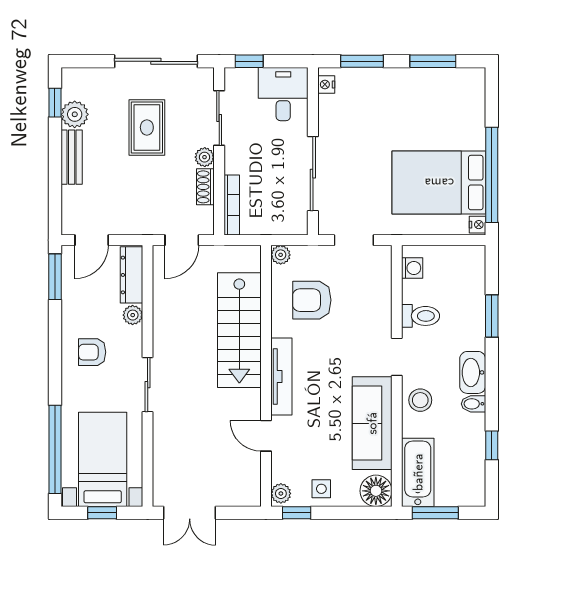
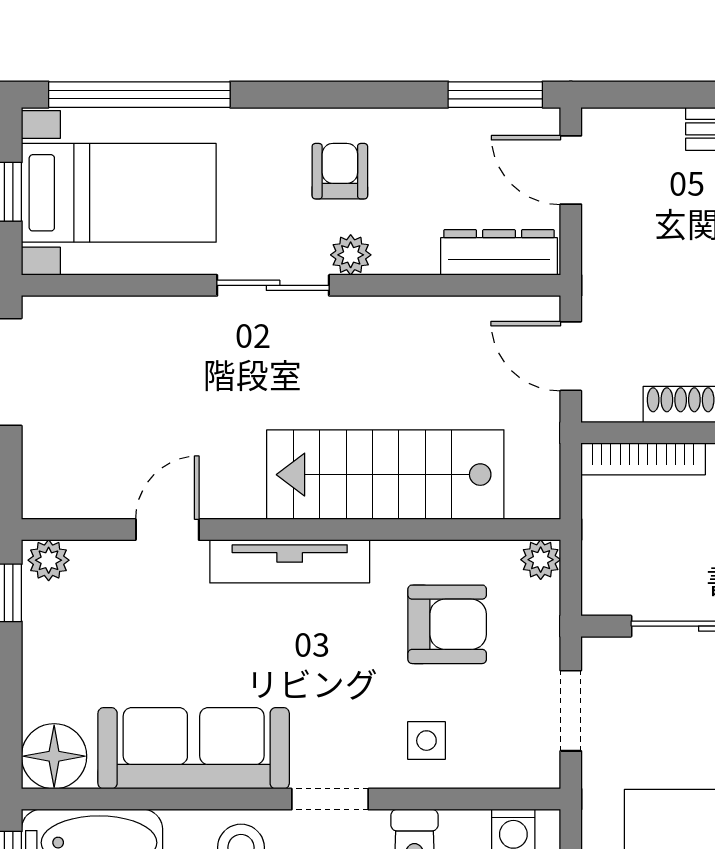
armchair: (312, 300) -> (447, 624), turned 90
plant: (133, 315) -> (351, 255), moved
side table: (321, 489) -> (426, 741), moved

